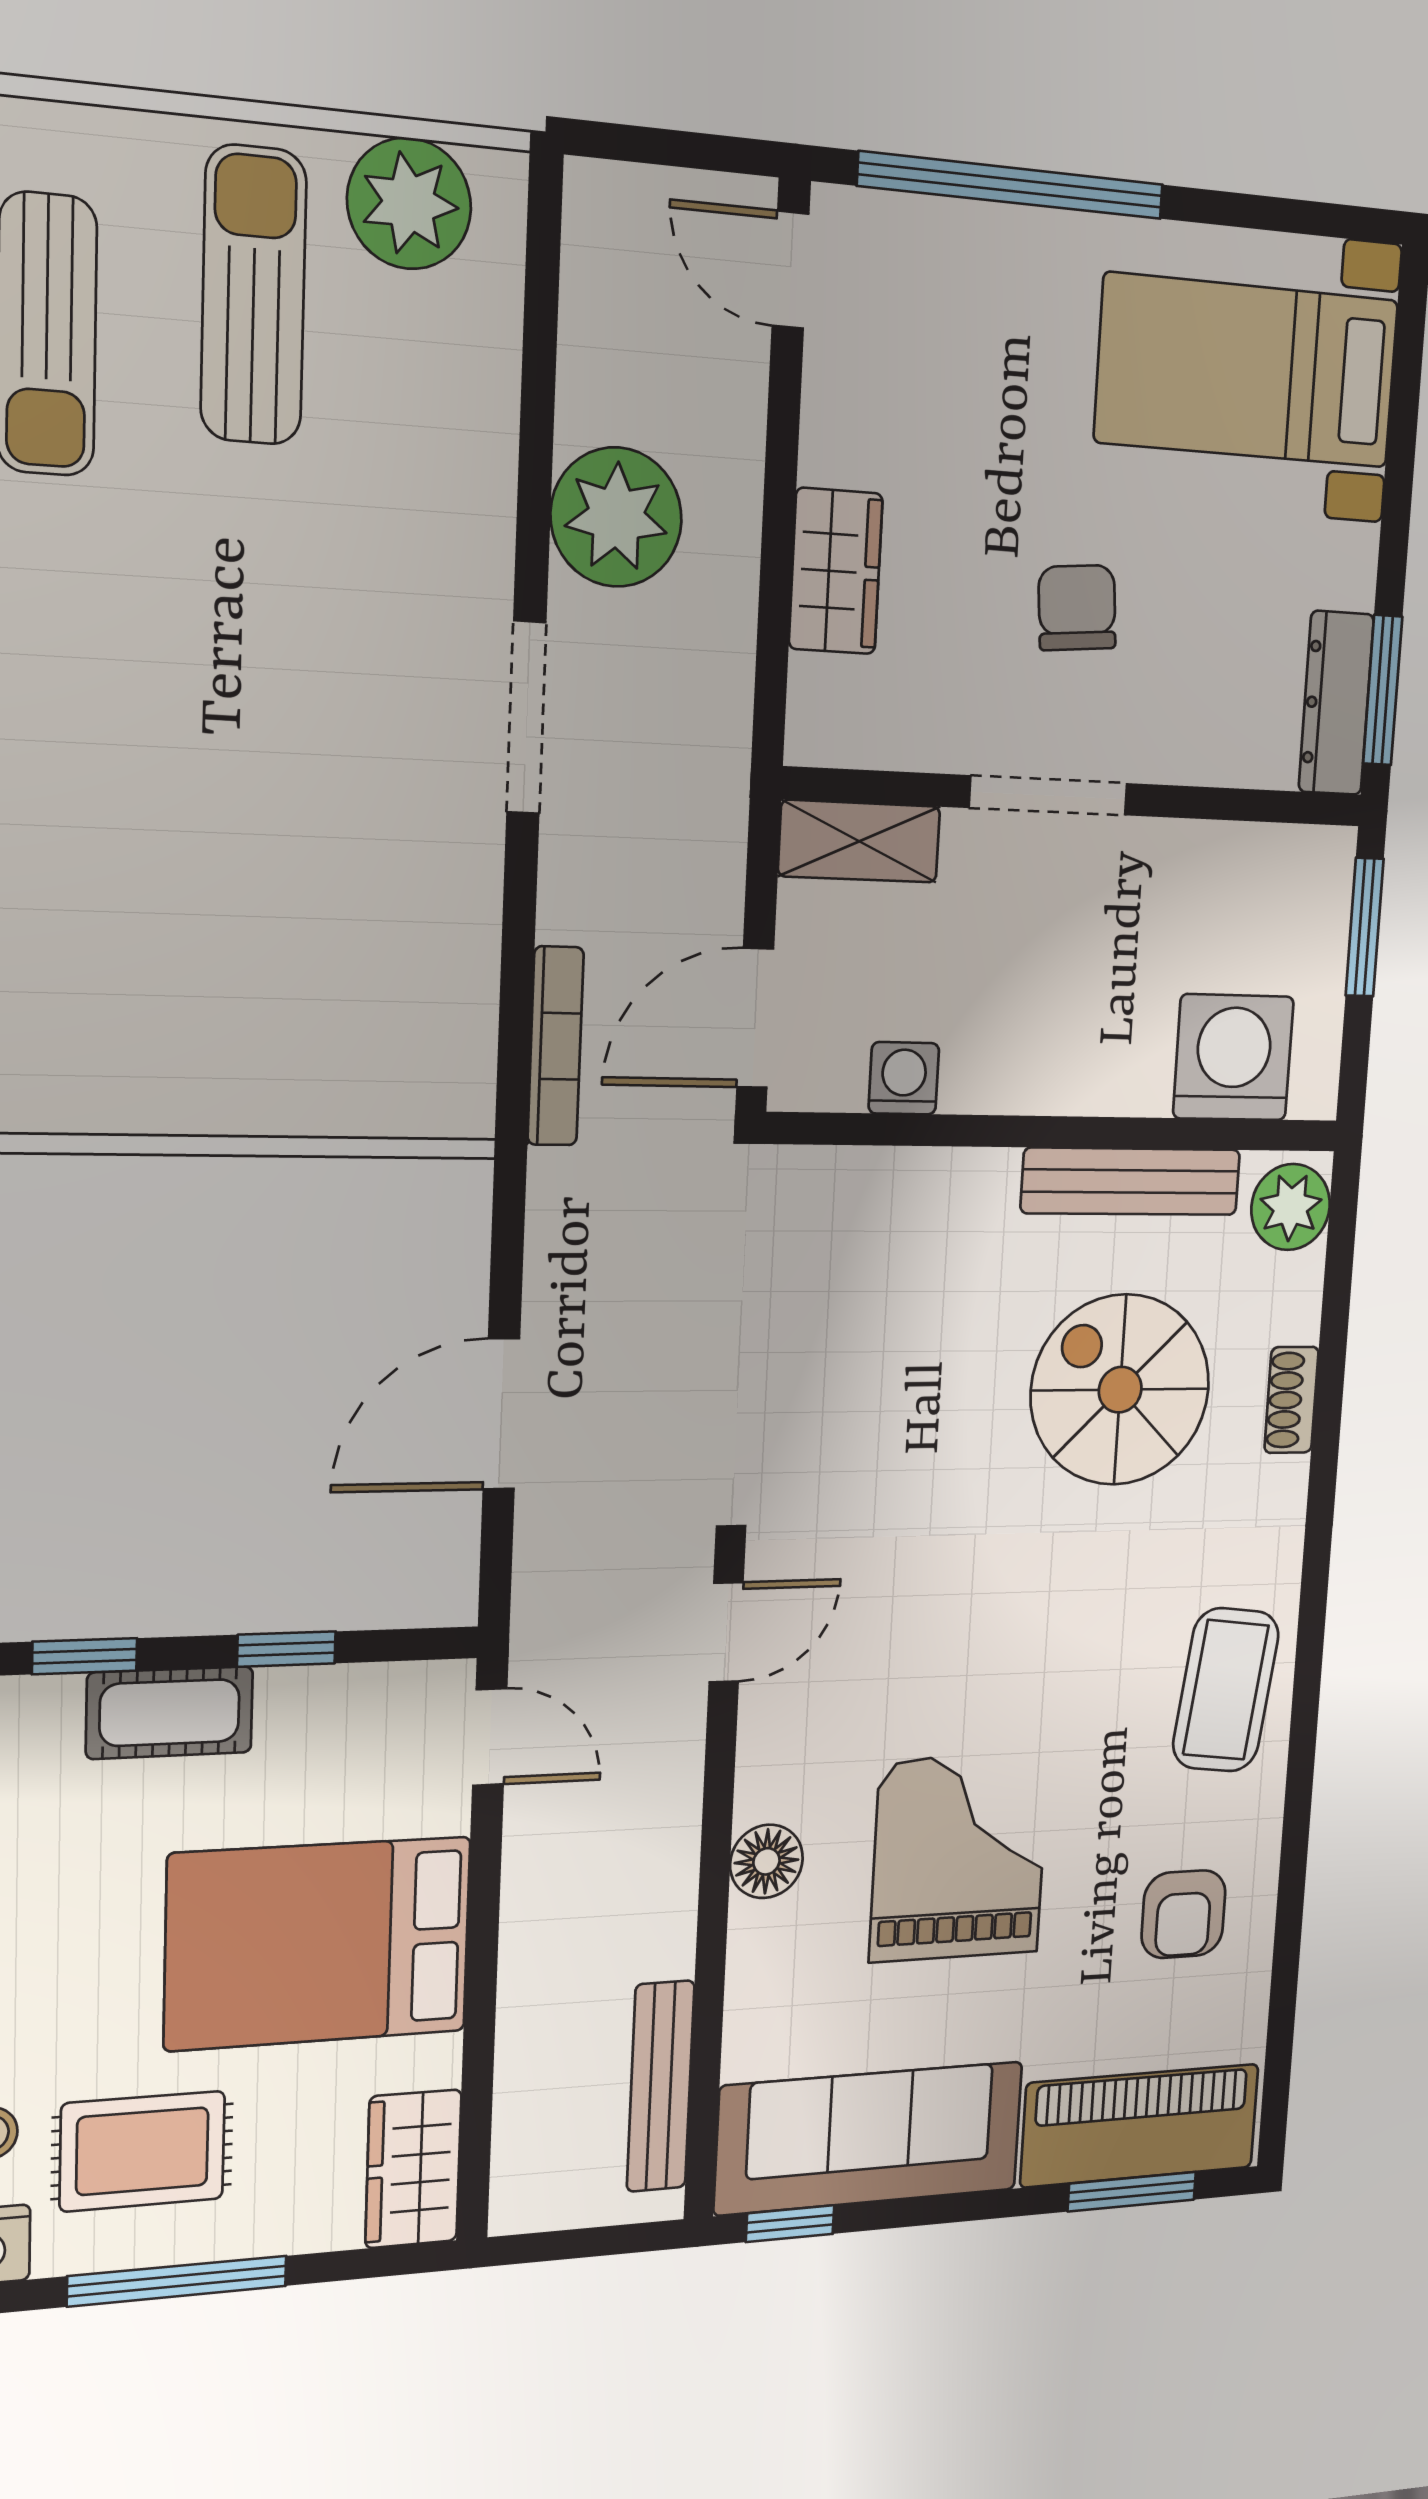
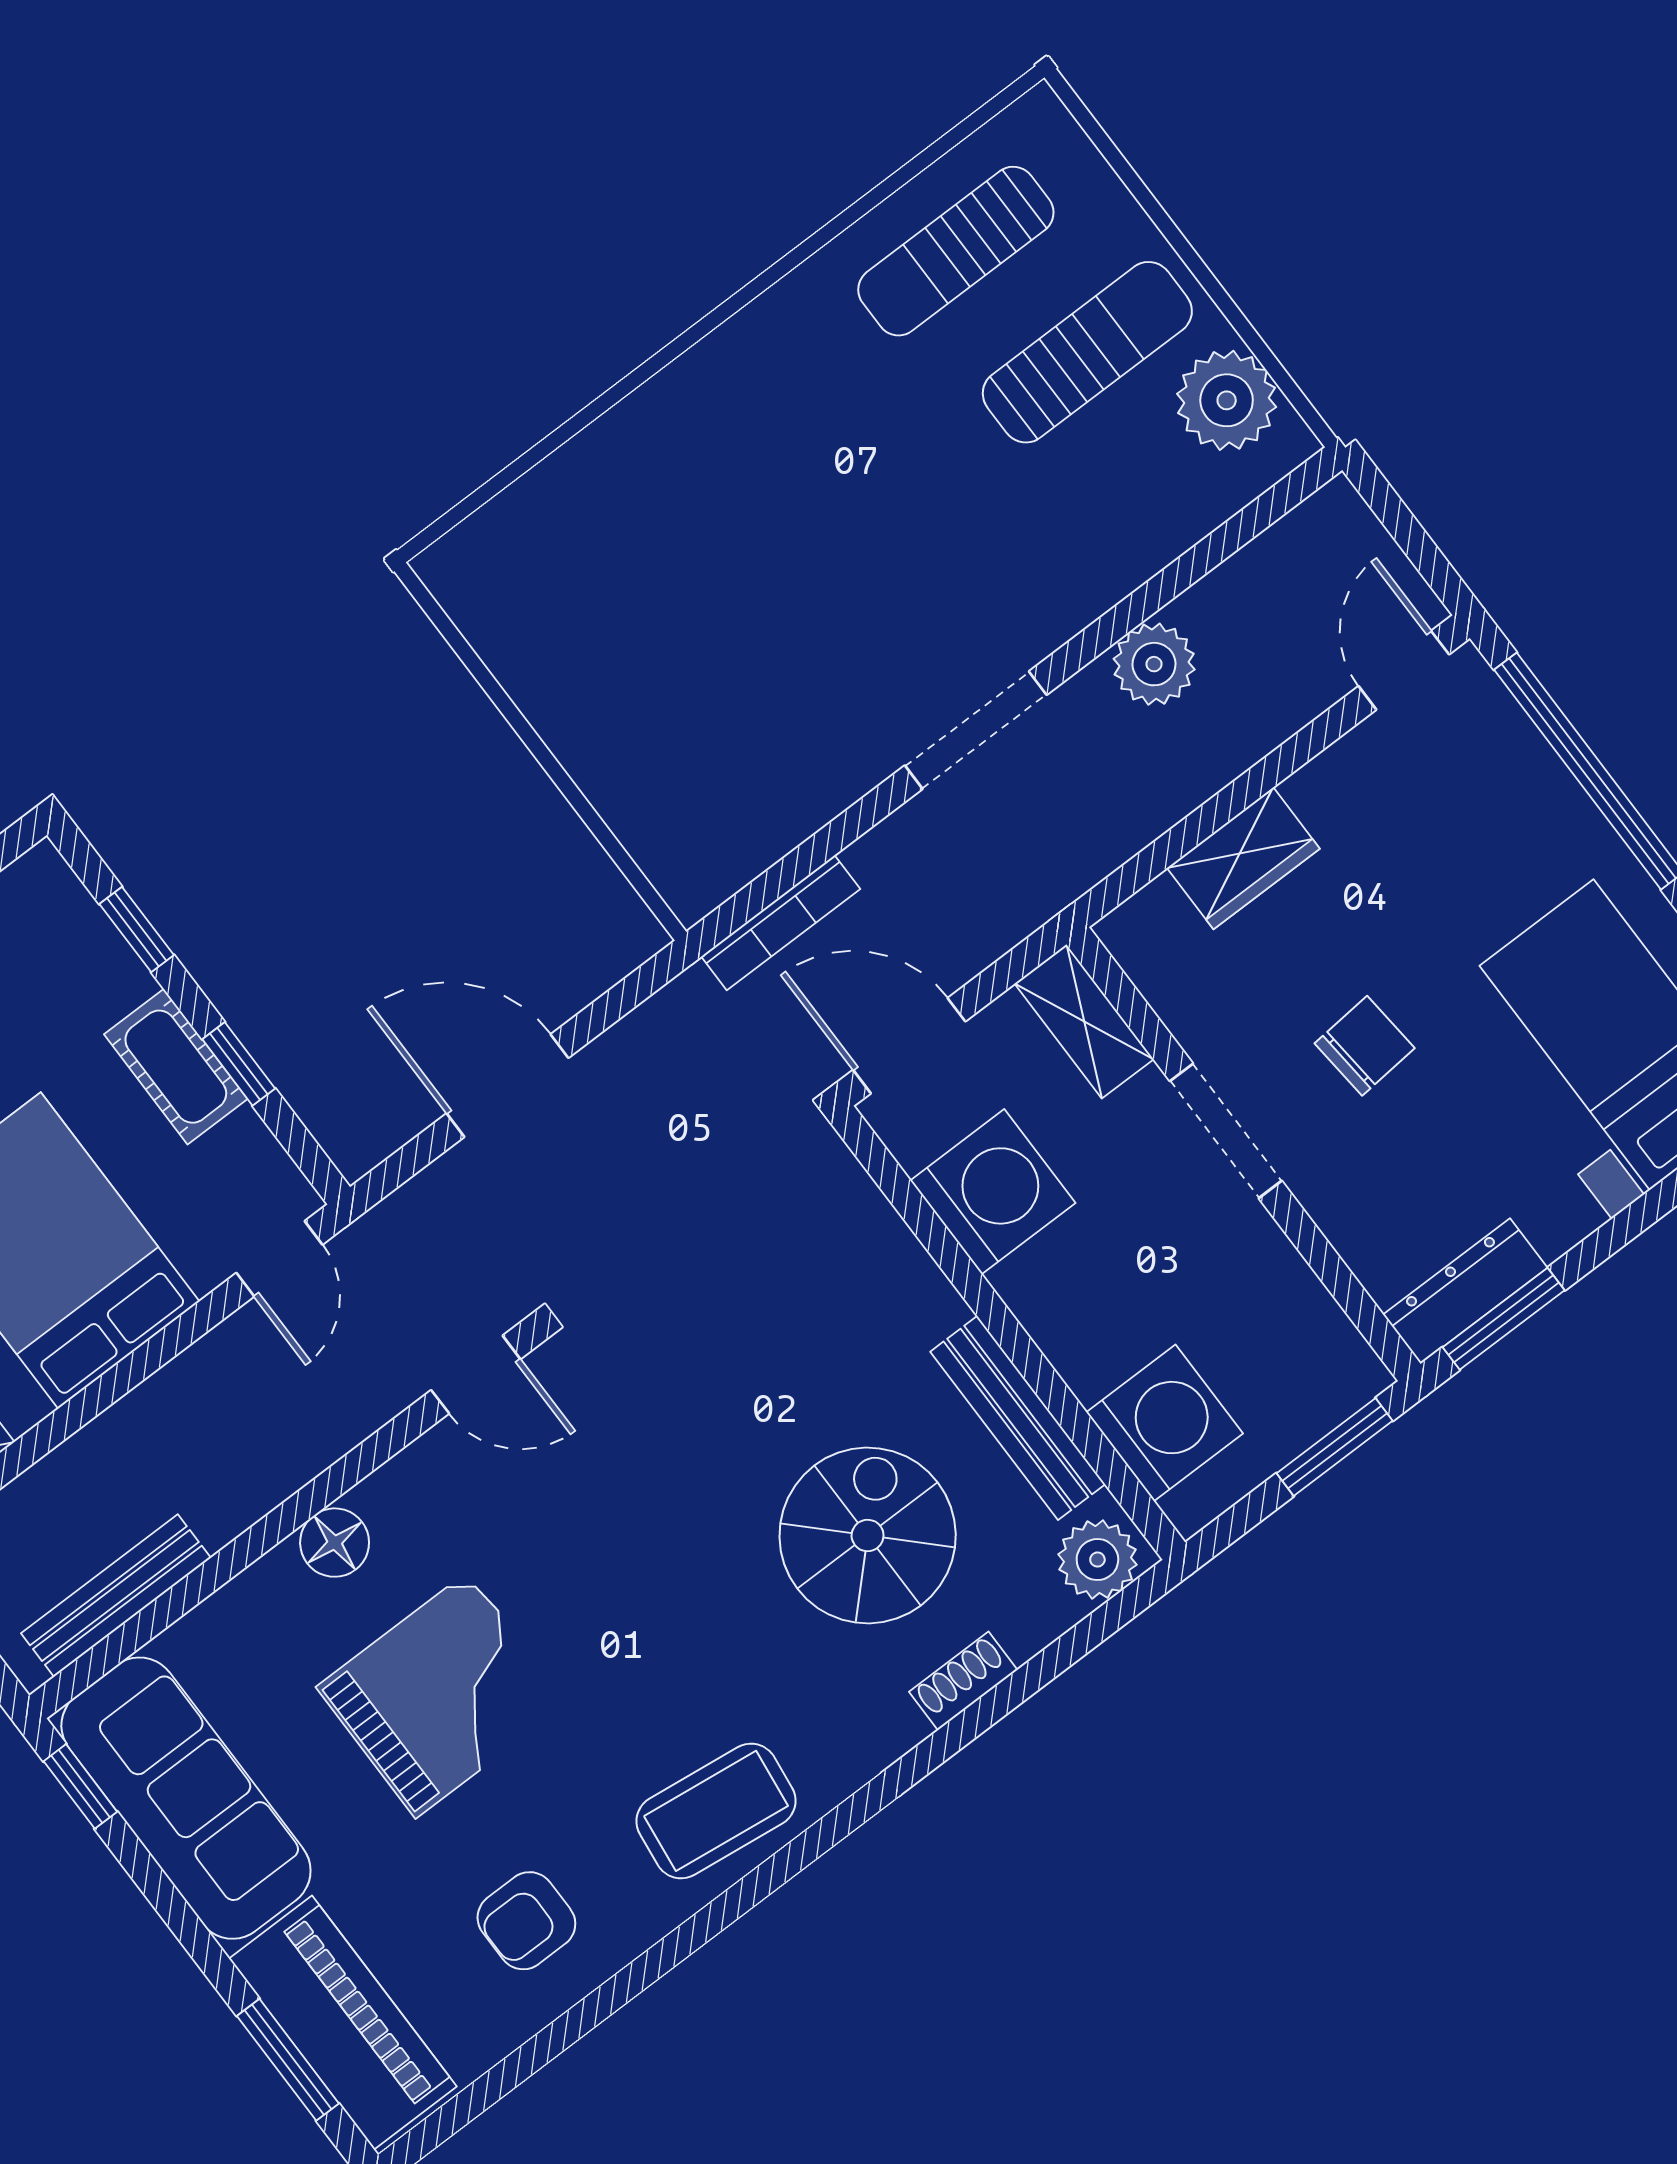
plant: (616, 517) -> (1154, 664), width x0.73, depth x0.73
washing machine: (904, 1078) -> (993, 1192), width x1.89, depth x1.89
cot: (170, 1713) -> (176, 1067), moved

